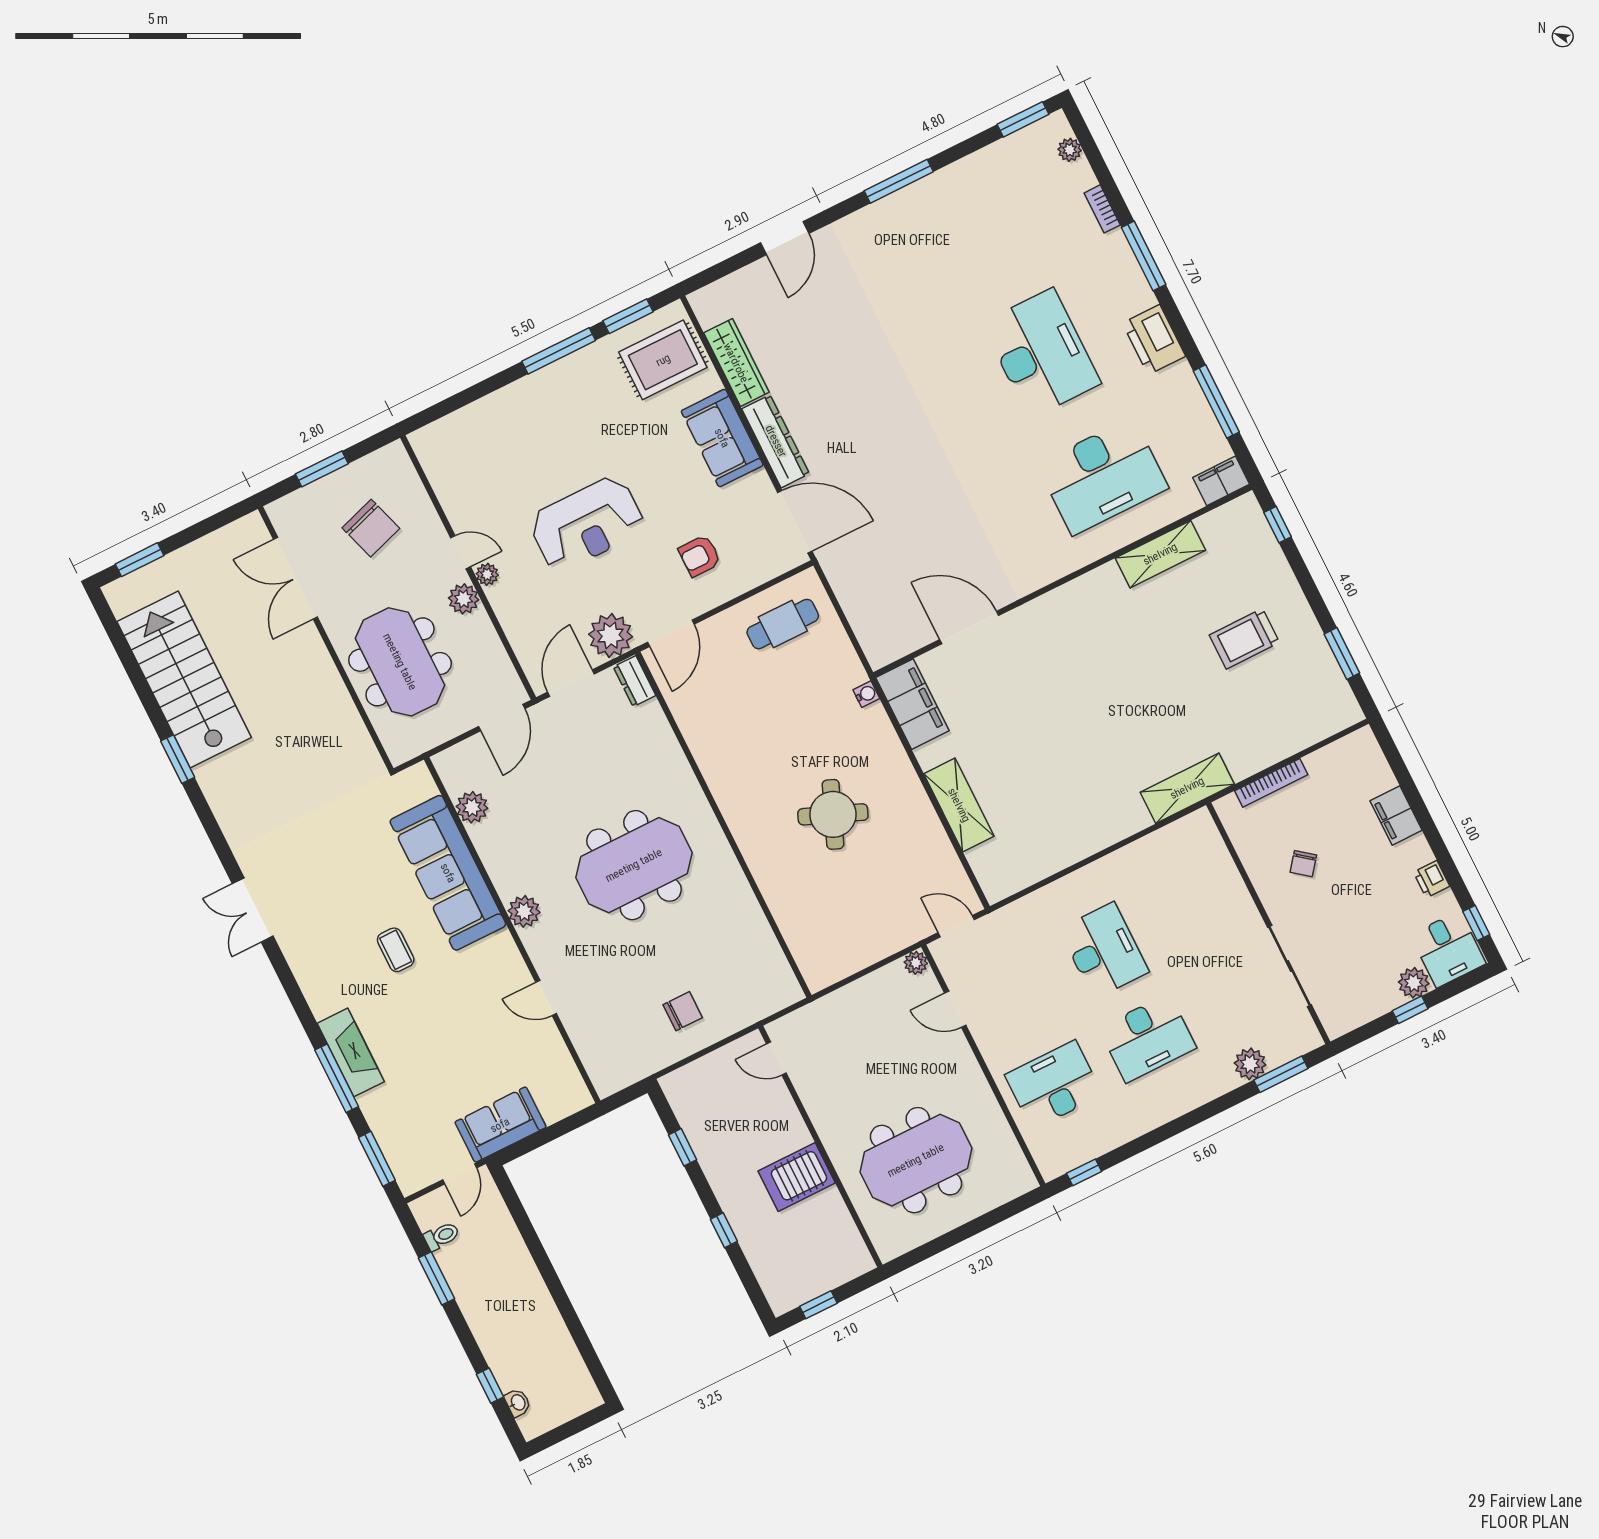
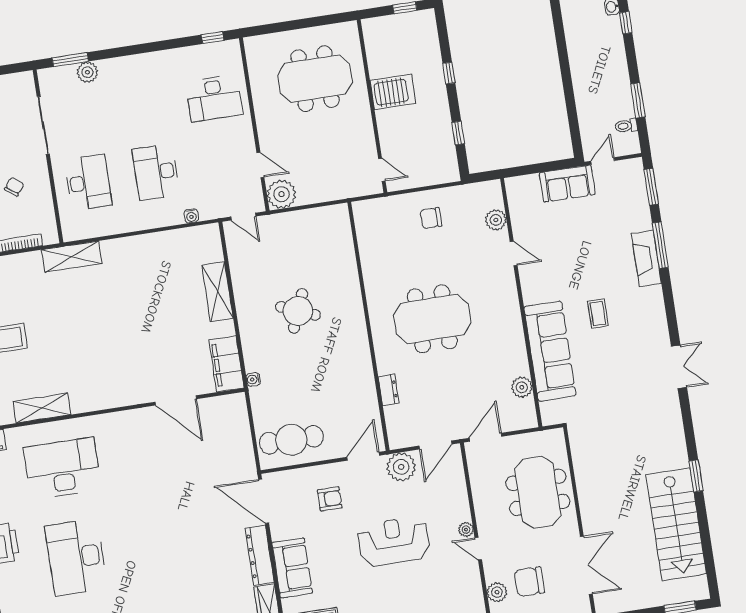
chair: (371, 528) -> (529, 582), turned -72
plant: (464, 599) -> (497, 592), moved
cafe table: (783, 624) -> (291, 440), width x1.37, depth x1.35
dresser: (635, 681) -> (389, 390), moved
water cooler: (1032, 903) -> (191, 216), added
plant: (524, 911) -> (496, 220), moved
plant: (916, 963) -> (281, 194), width x1.88, depth x1.88
desk: (1148, 1038) -> (88, 182), moved, turned 90

